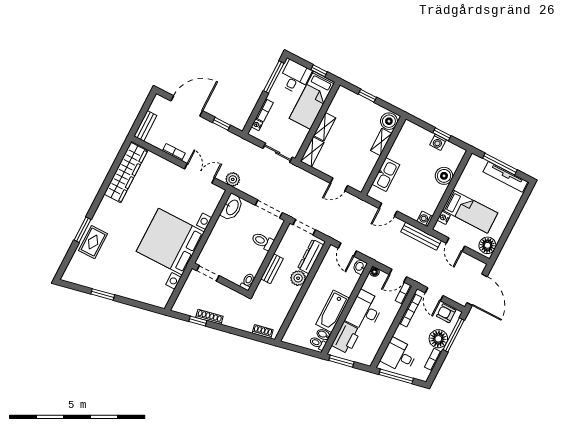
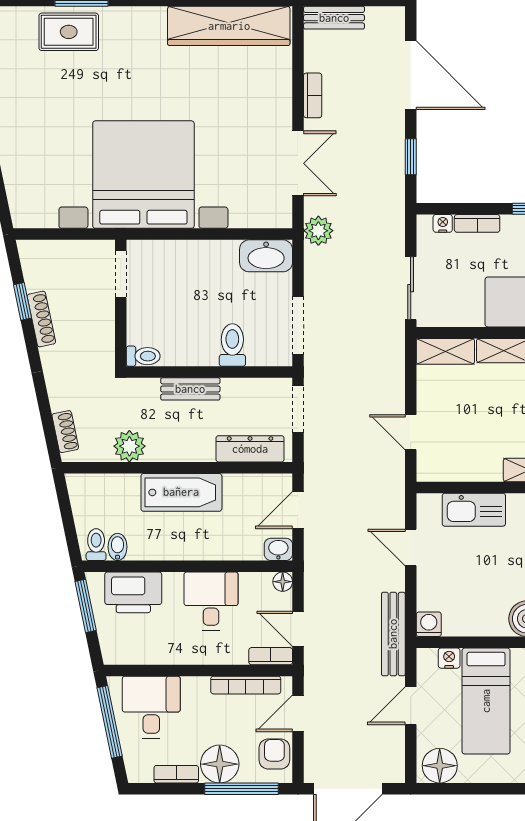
plant: (298, 278) -> (129, 446), moved
bathtub: (333, 311) -> (181, 492), moved, turned 180
desk: (365, 311) -> (211, 601), width x0.73

